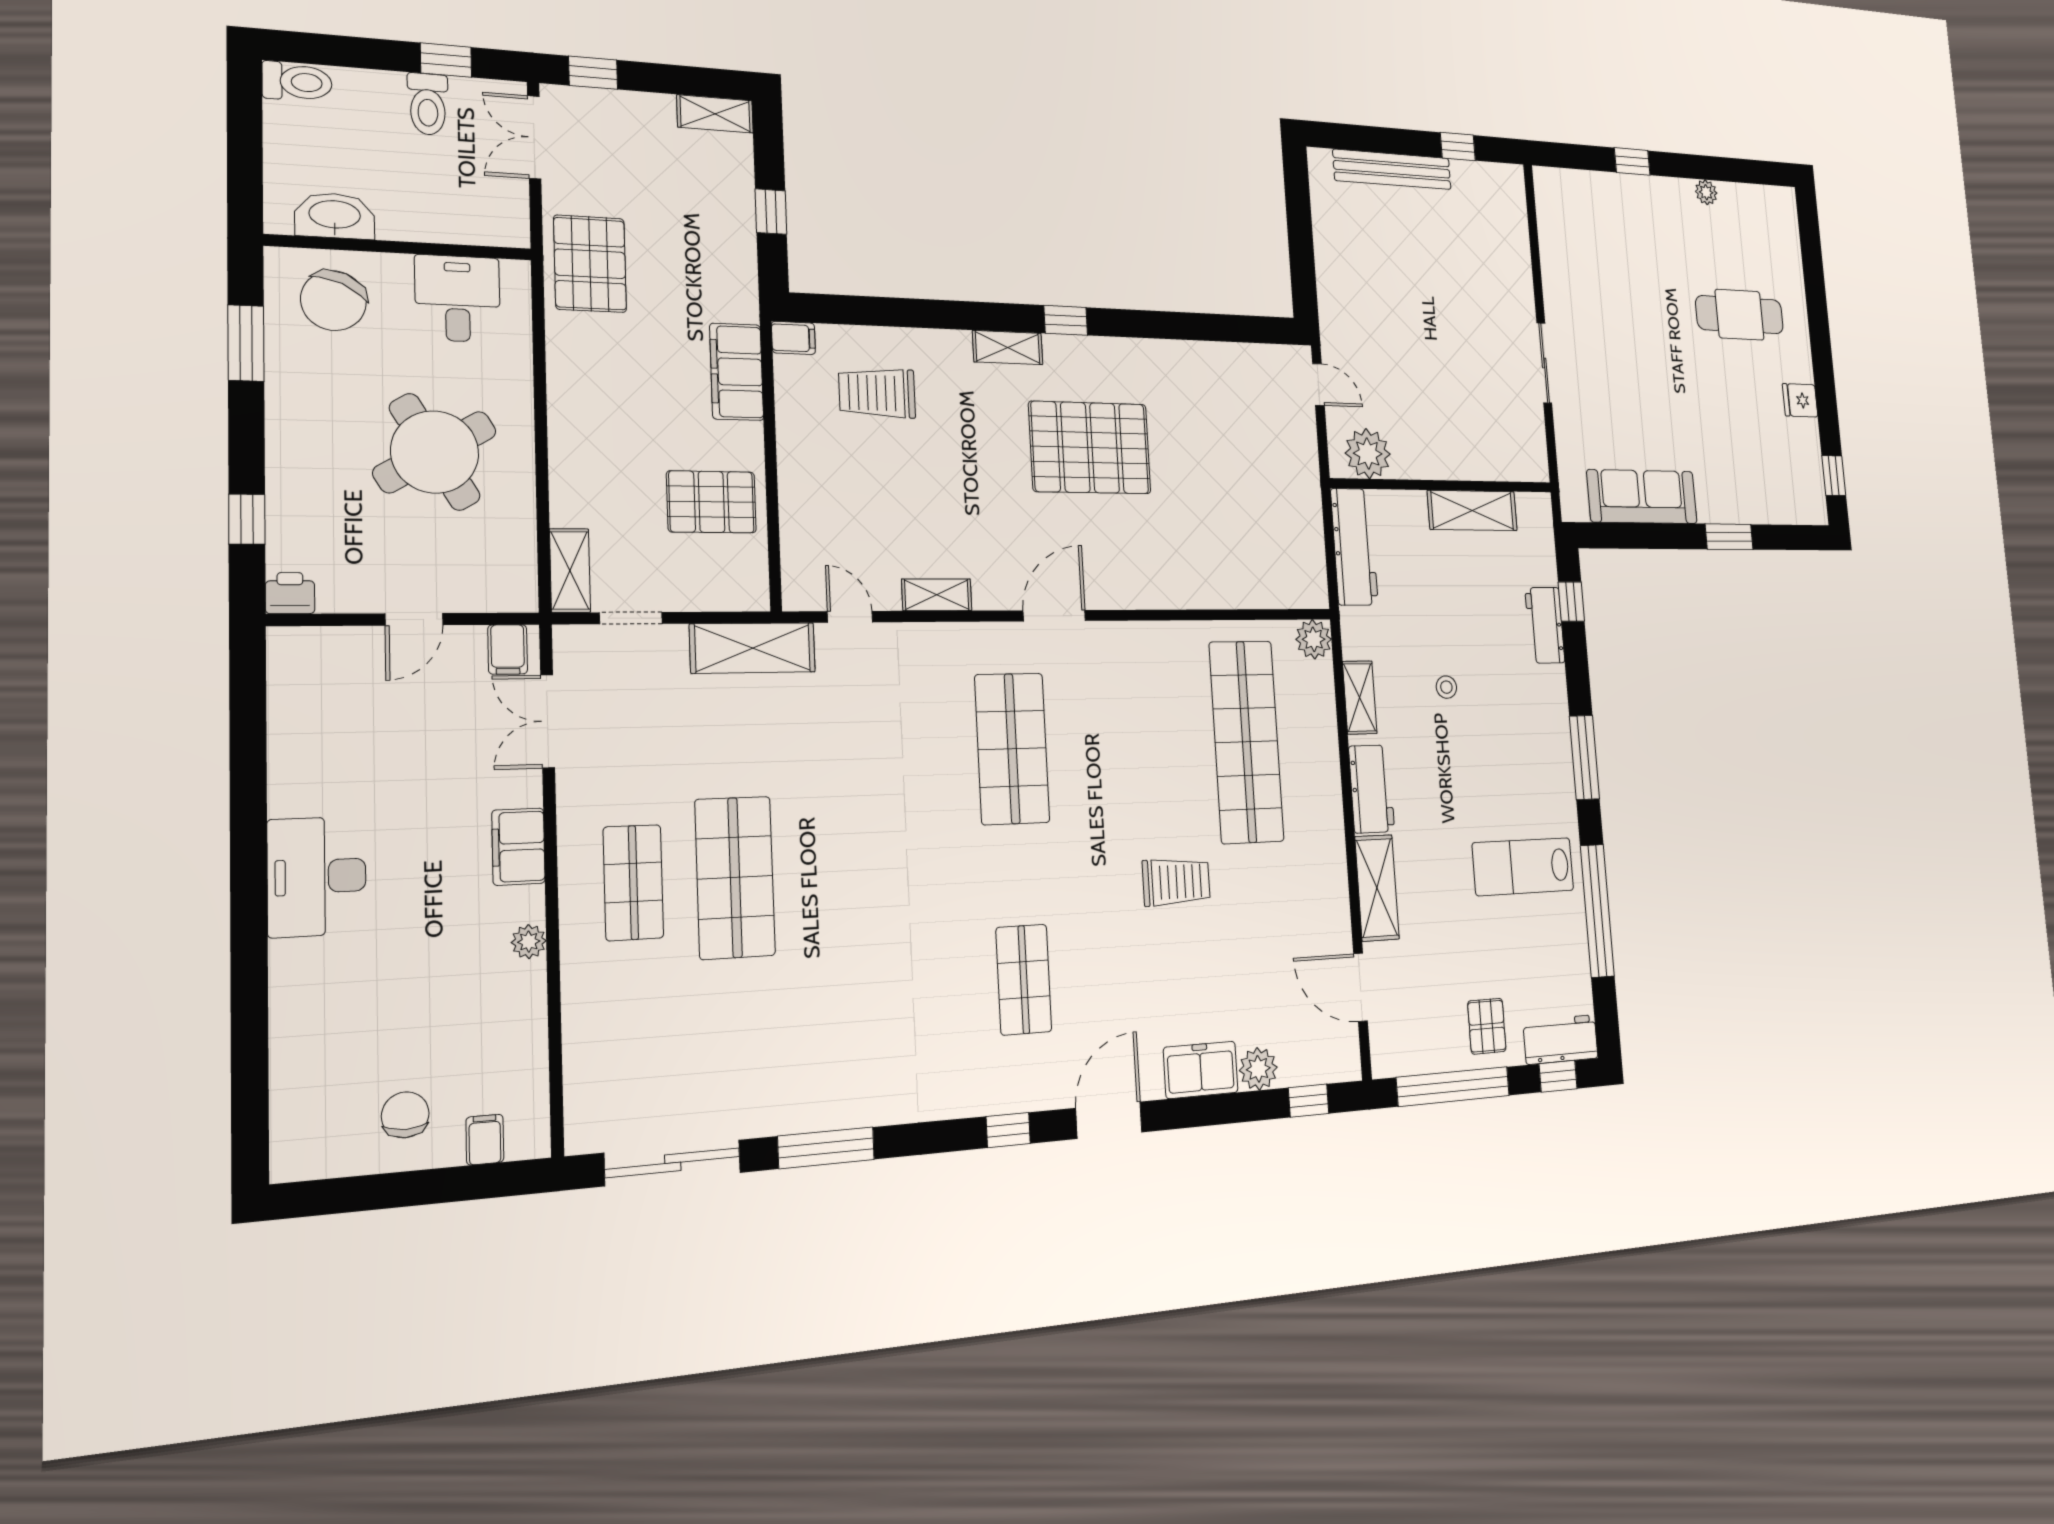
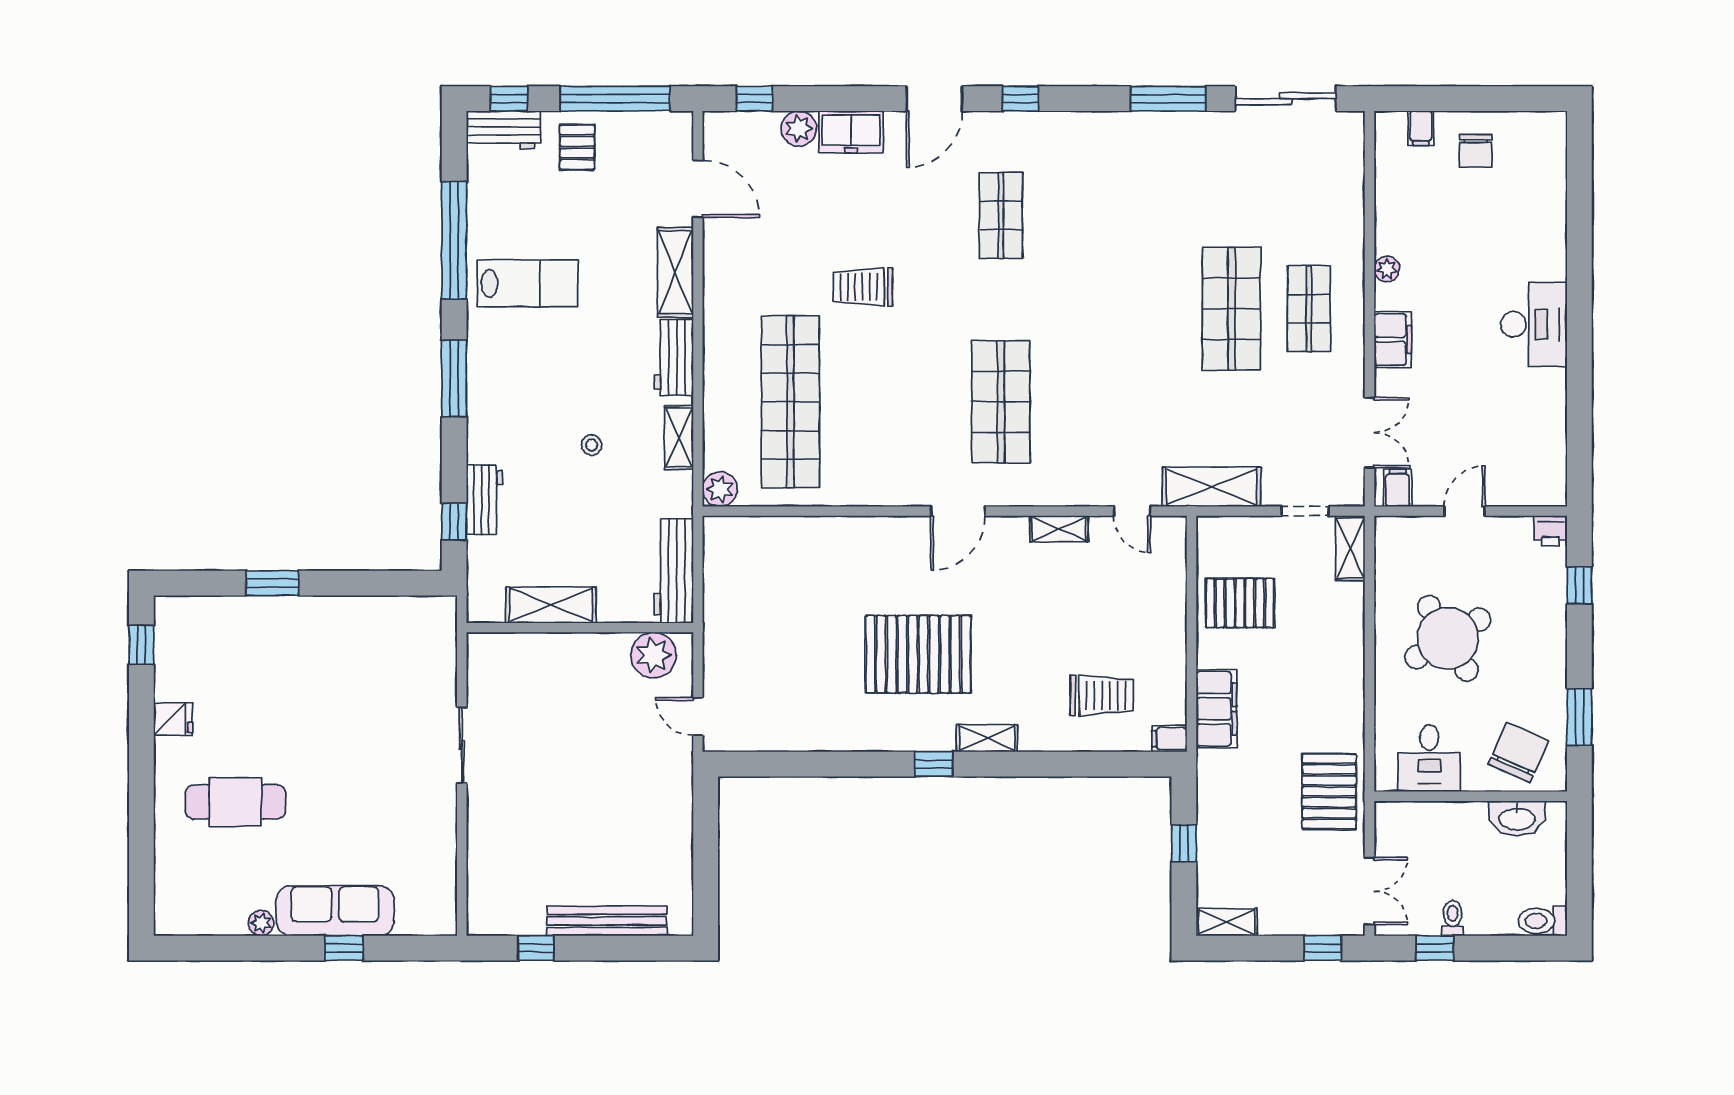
toilet: (428, 104) -> (1453, 918), width x0.73, depth x0.72
sofa: (1642, 497) -> (335, 911), moved, turned 180

